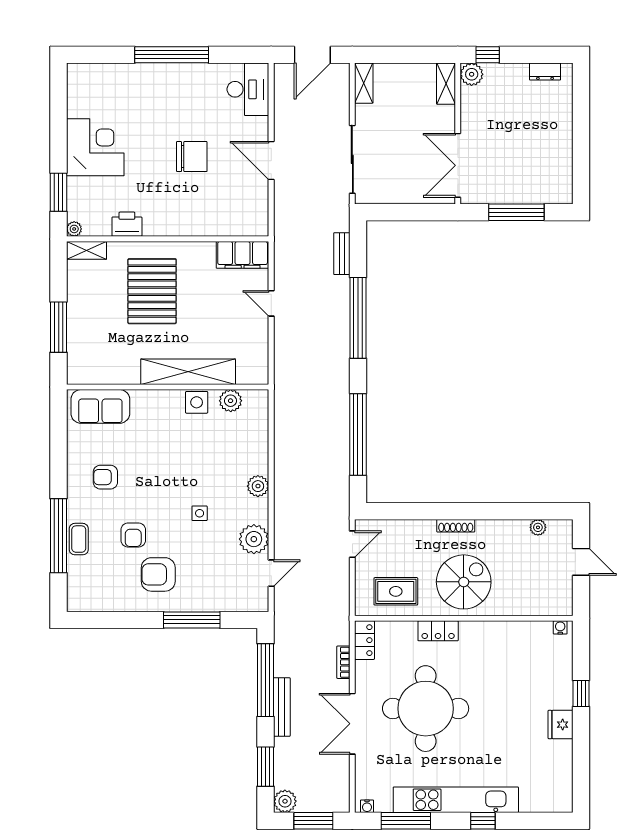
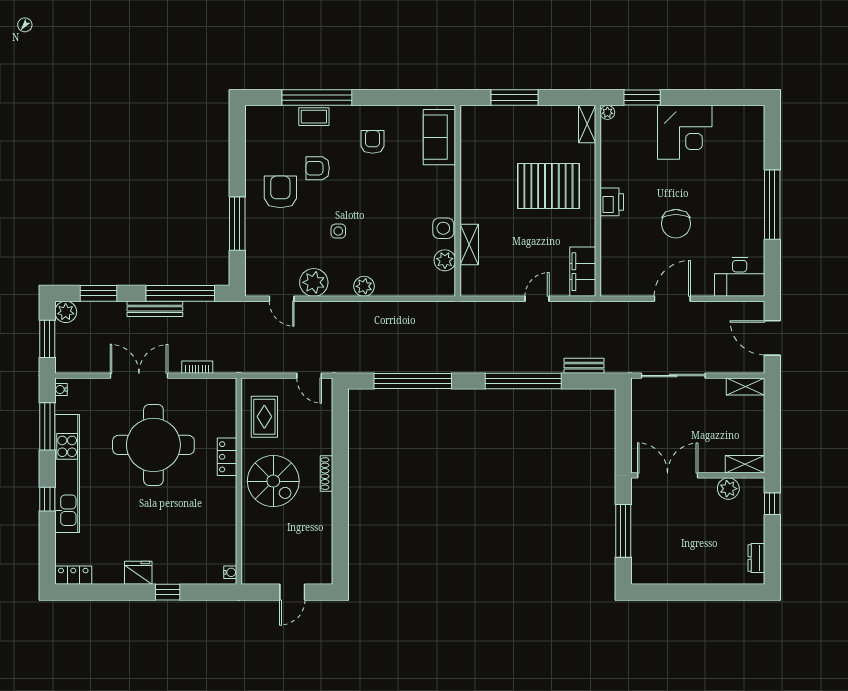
plant: (472, 74) -> (728, 489), moved
printer: (127, 224) -> (612, 202), moved
shelving: (188, 372) -> (469, 245), width x0.45, depth x0.75
plant: (538, 527) -> (325, 551), removed
locker: (365, 640) -> (73, 575), moved, turned 180

